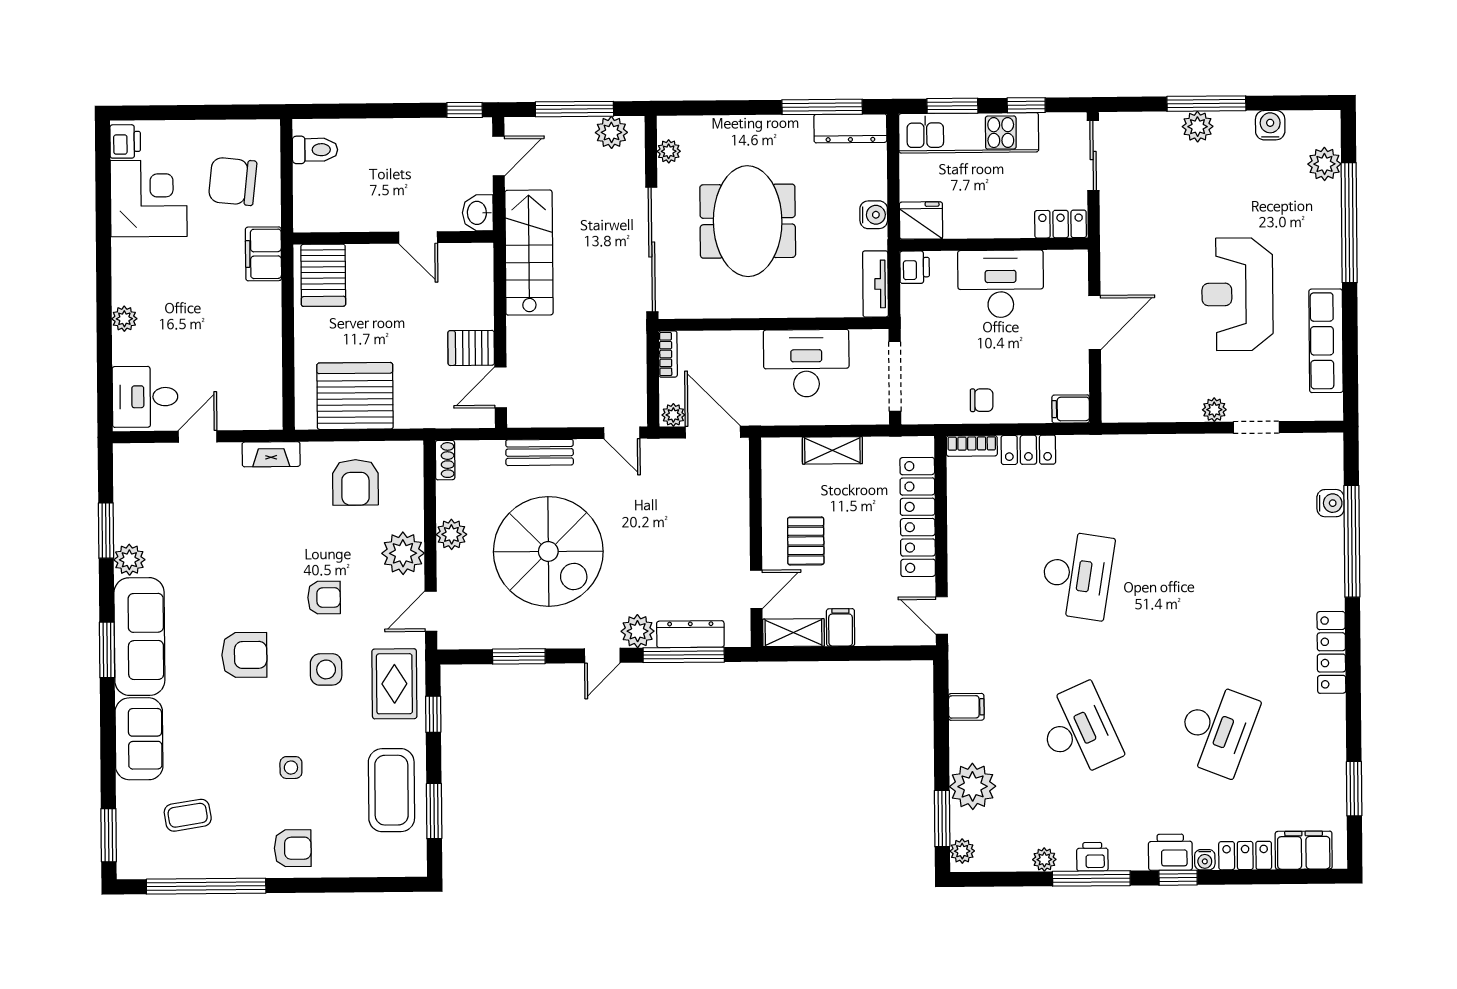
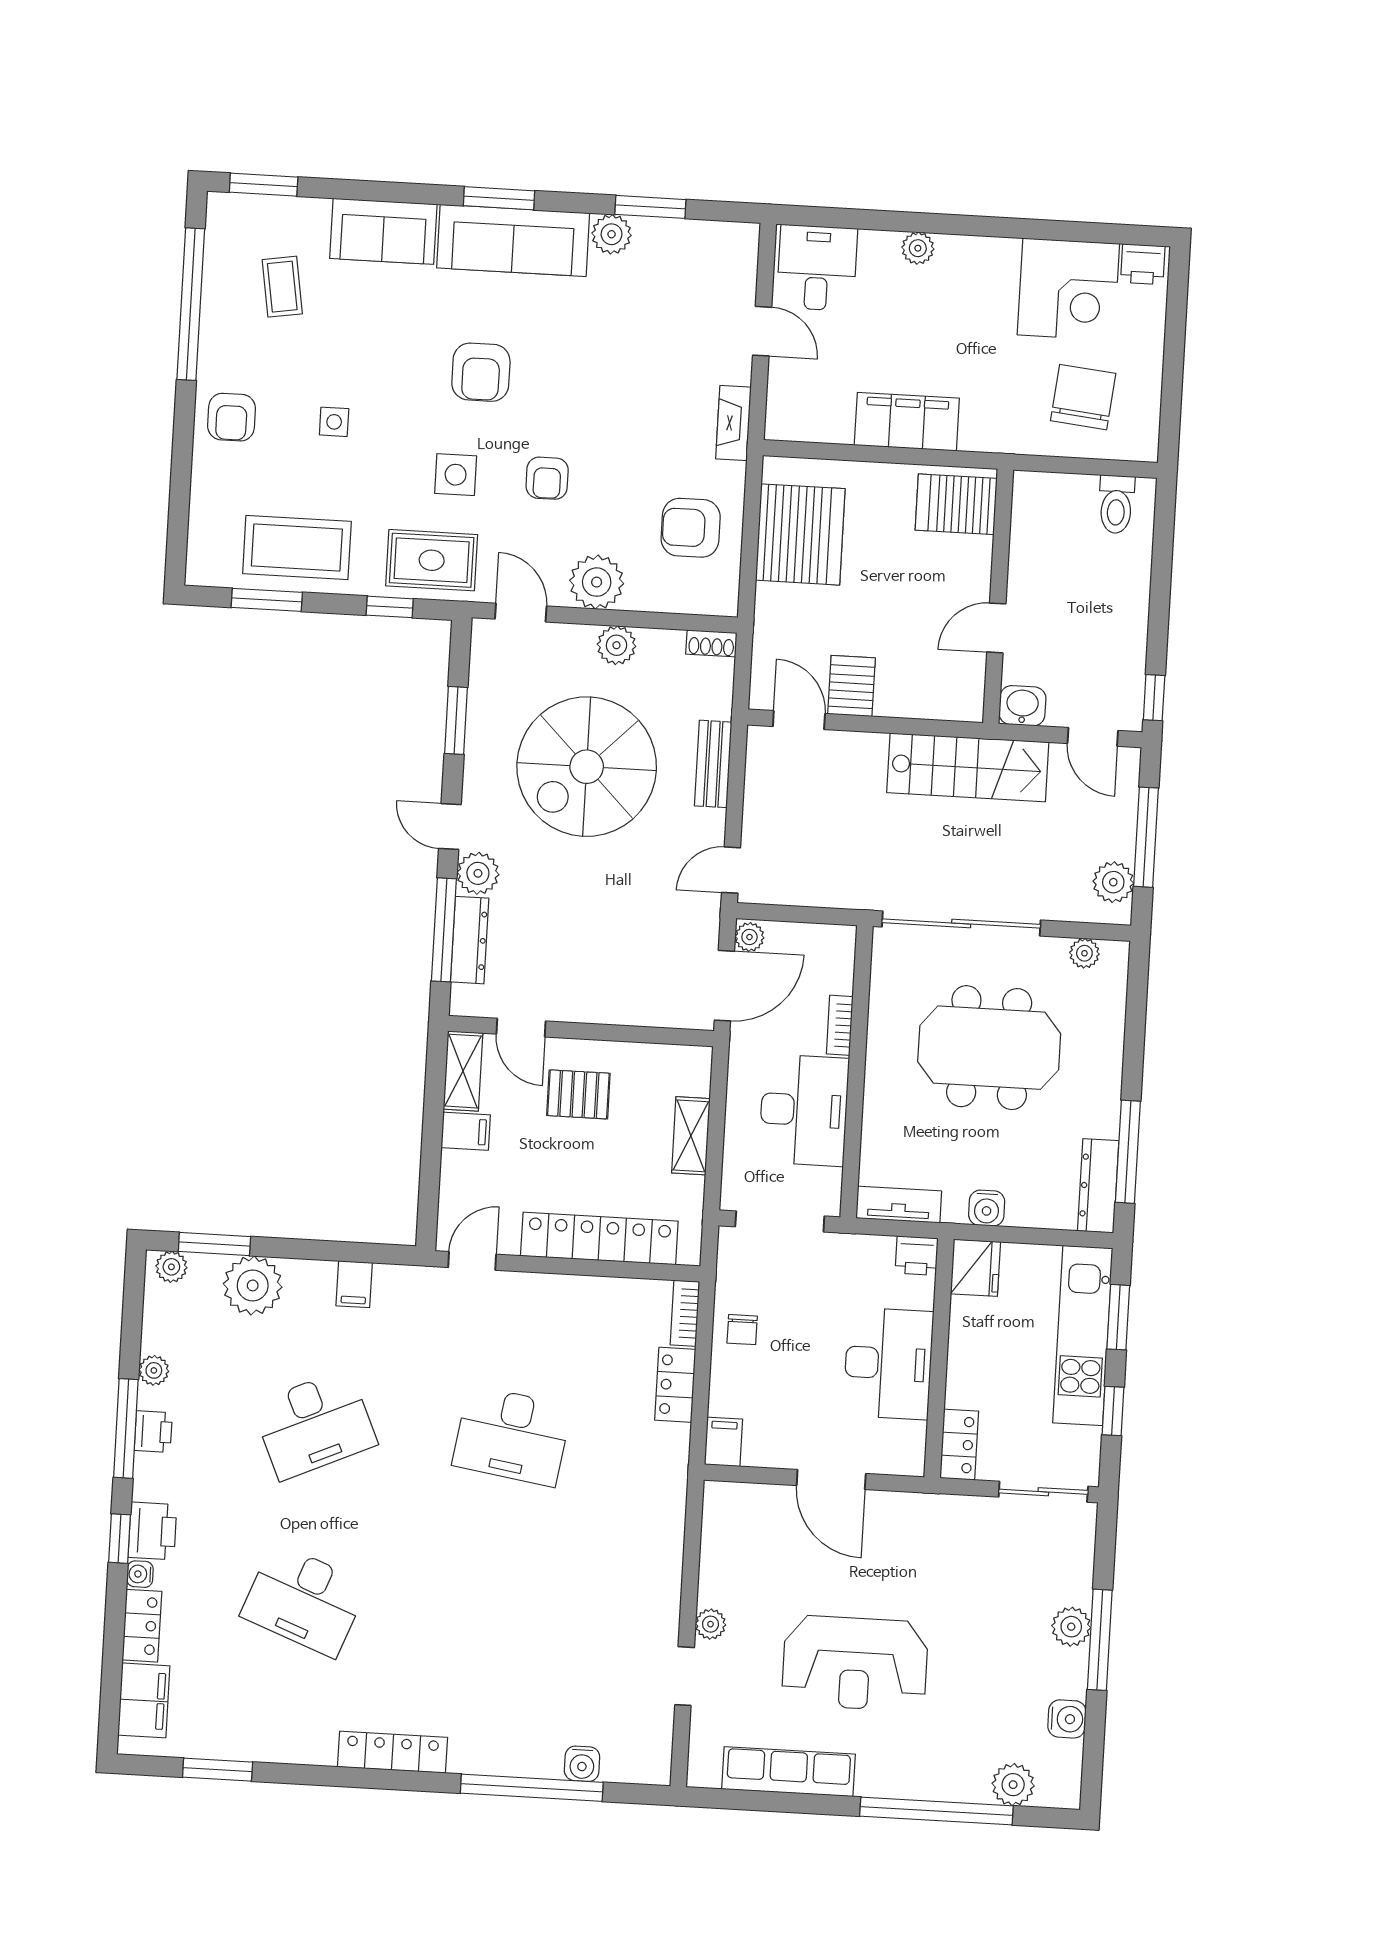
filing cabinet: (263, 254) -> (907, 422), moved, width x1.50, depth x1.17
reception desk: (1237, 294) -> (855, 1663), turned 180
bookcase: (668, 354) -> (840, 1025), moved, turned 90

